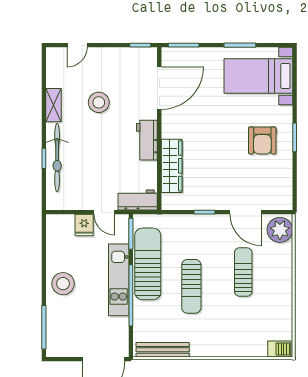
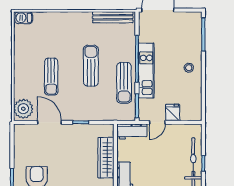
door: (104, 212) -> (157, 122), swing flipped
sun lounger: (148, 264) -> (124, 83), width x0.73, depth x0.75
stool: (63, 284) -> (189, 68), width x0.53, depth x0.53

